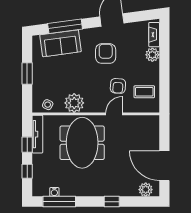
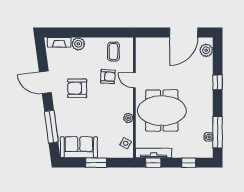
sofa: (60, 43) -> (79, 147), moved, turned -82
plant: (74, 103) -> (128, 118), width x0.53, depth x0.53
window: (27, 145) -> (153, 163), moved

